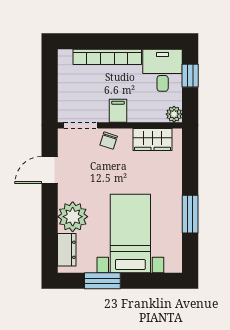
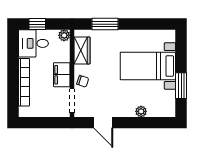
filing cabinet: (118, 111) -> (62, 75), width x2.00
window: (190, 214) -> (105, 24), moved
plant: (73, 217) -> (141, 111), width x0.53, depth x0.53
dresser: (67, 250) -> (159, 111), removed

